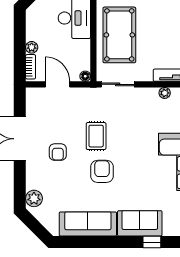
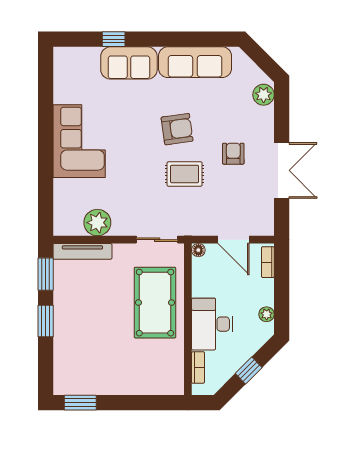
plant: (32, 47) -> (267, 314), moved
plant: (165, 93) -> (97, 223), width x1.88, depth x1.88
rug: (96, 136) -> (185, 174), turned 90
armchair: (102, 171) -> (177, 129), turned -98

